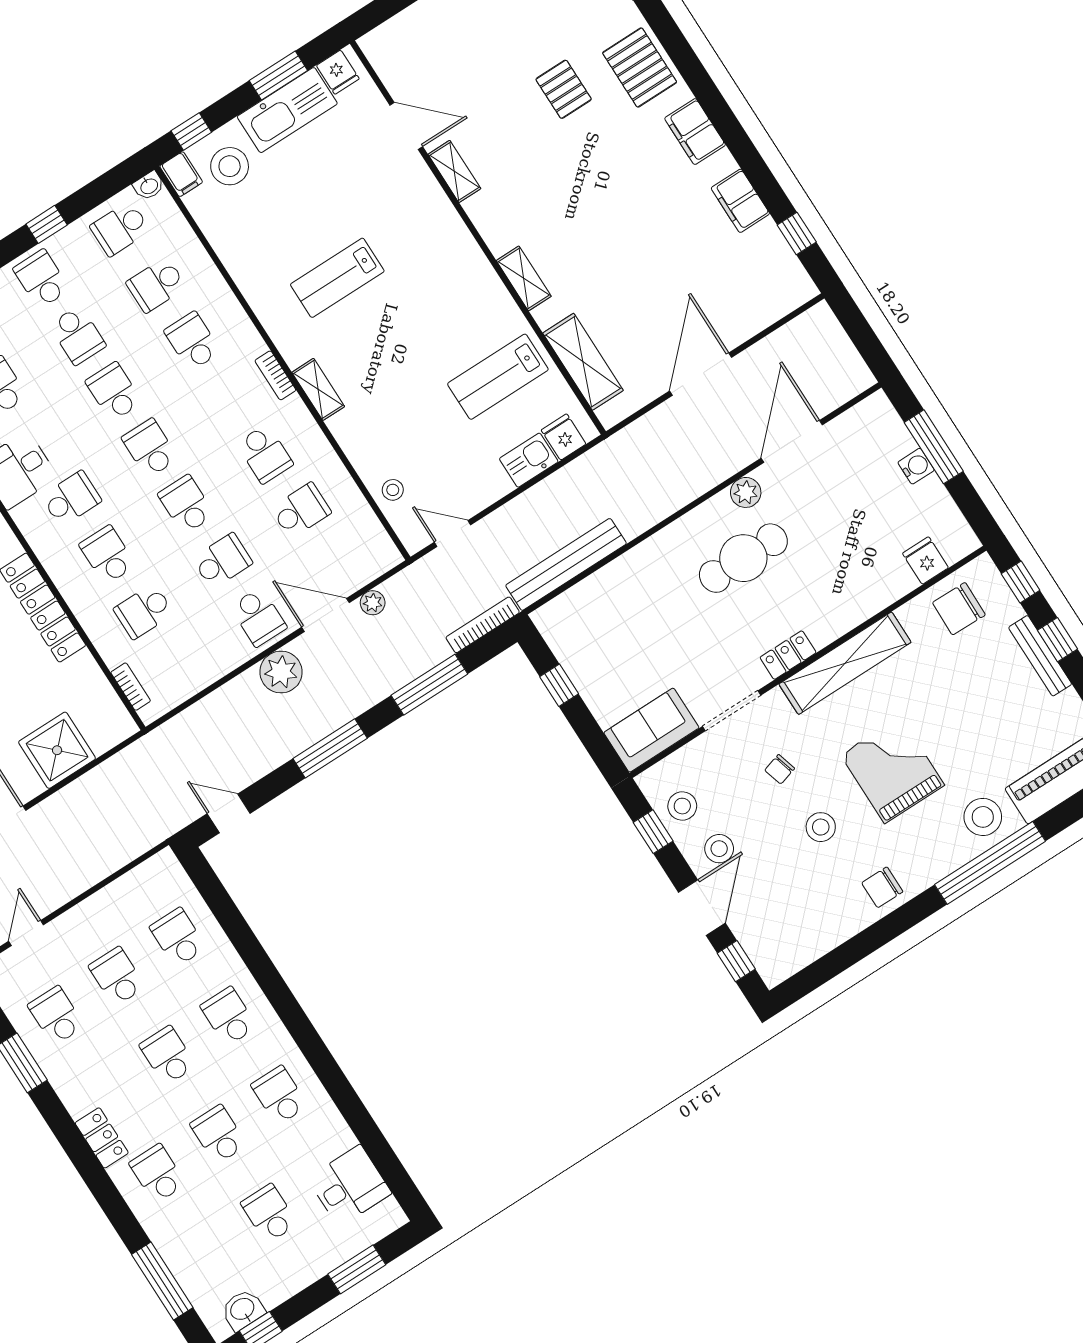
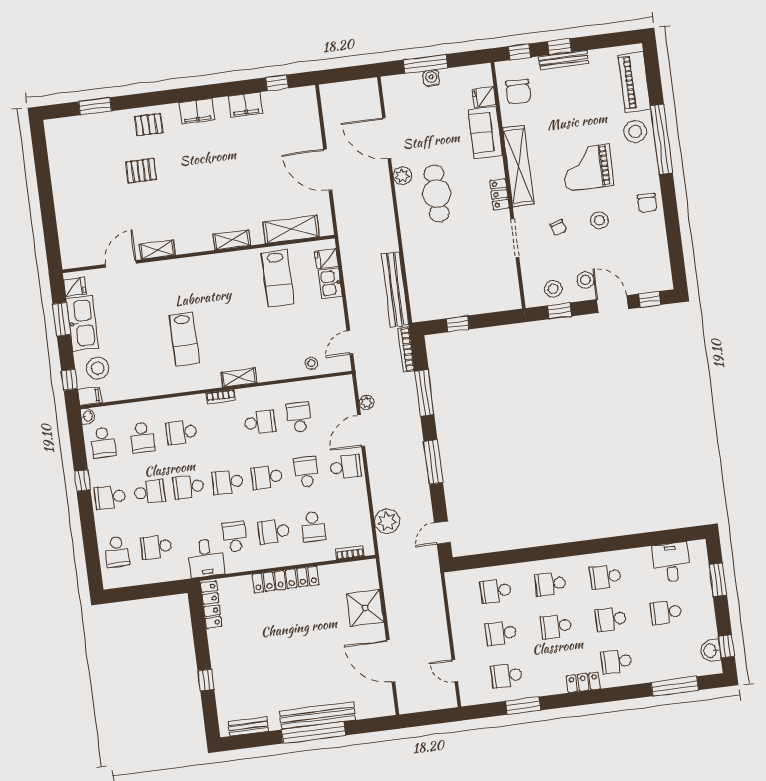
pallet: (640, 67) -> (149, 125), width x0.67, depth x0.71
plant: (281, 672) -> (387, 521), moved
sofa: (651, 730) -> (485, 132), moved

